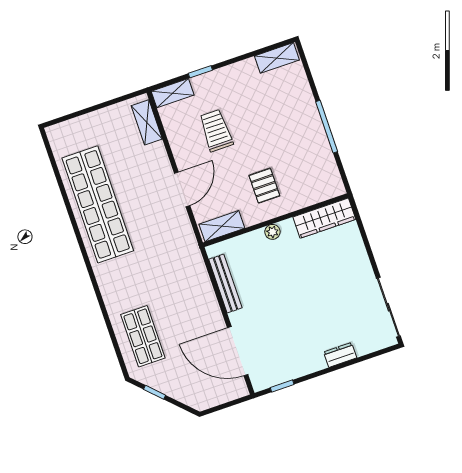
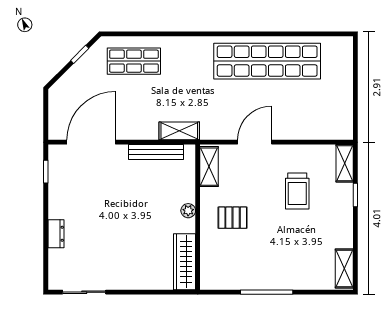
shelving: (147, 122) -> (179, 131), moved
trolley: (216, 131) -> (297, 191), turned 90
door: (182, 189) -> (255, 142), swing flipped
sliding door: (388, 307) -> (84, 292), width x0.73

